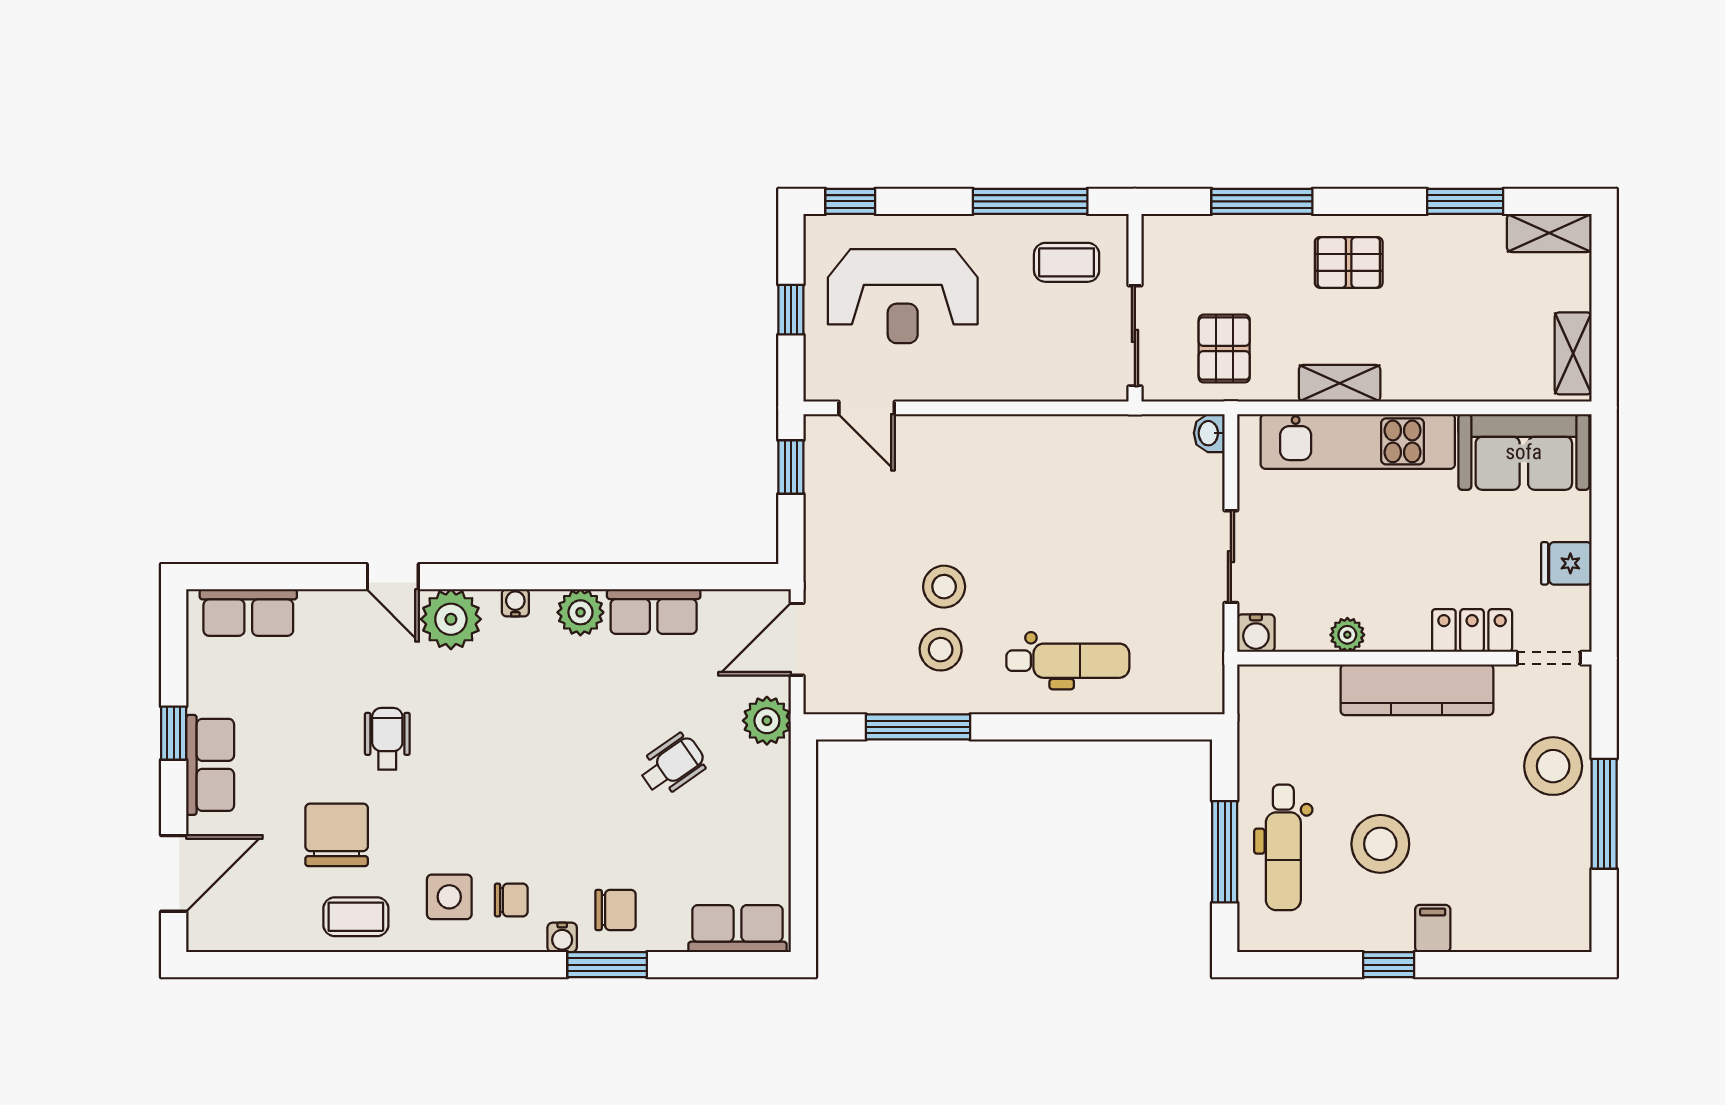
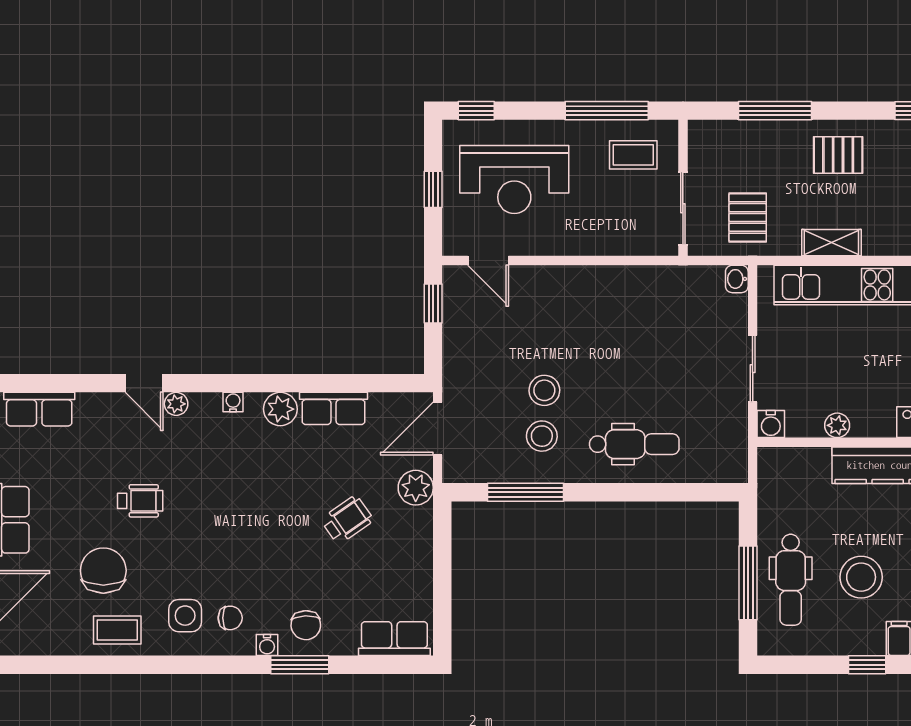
plant: (451, 619) -> (176, 404), width x0.53, depth x0.53
wheelchair: (387, 739) -> (140, 501), turned 90
chair: (616, 910) -> (306, 625), turned 88

